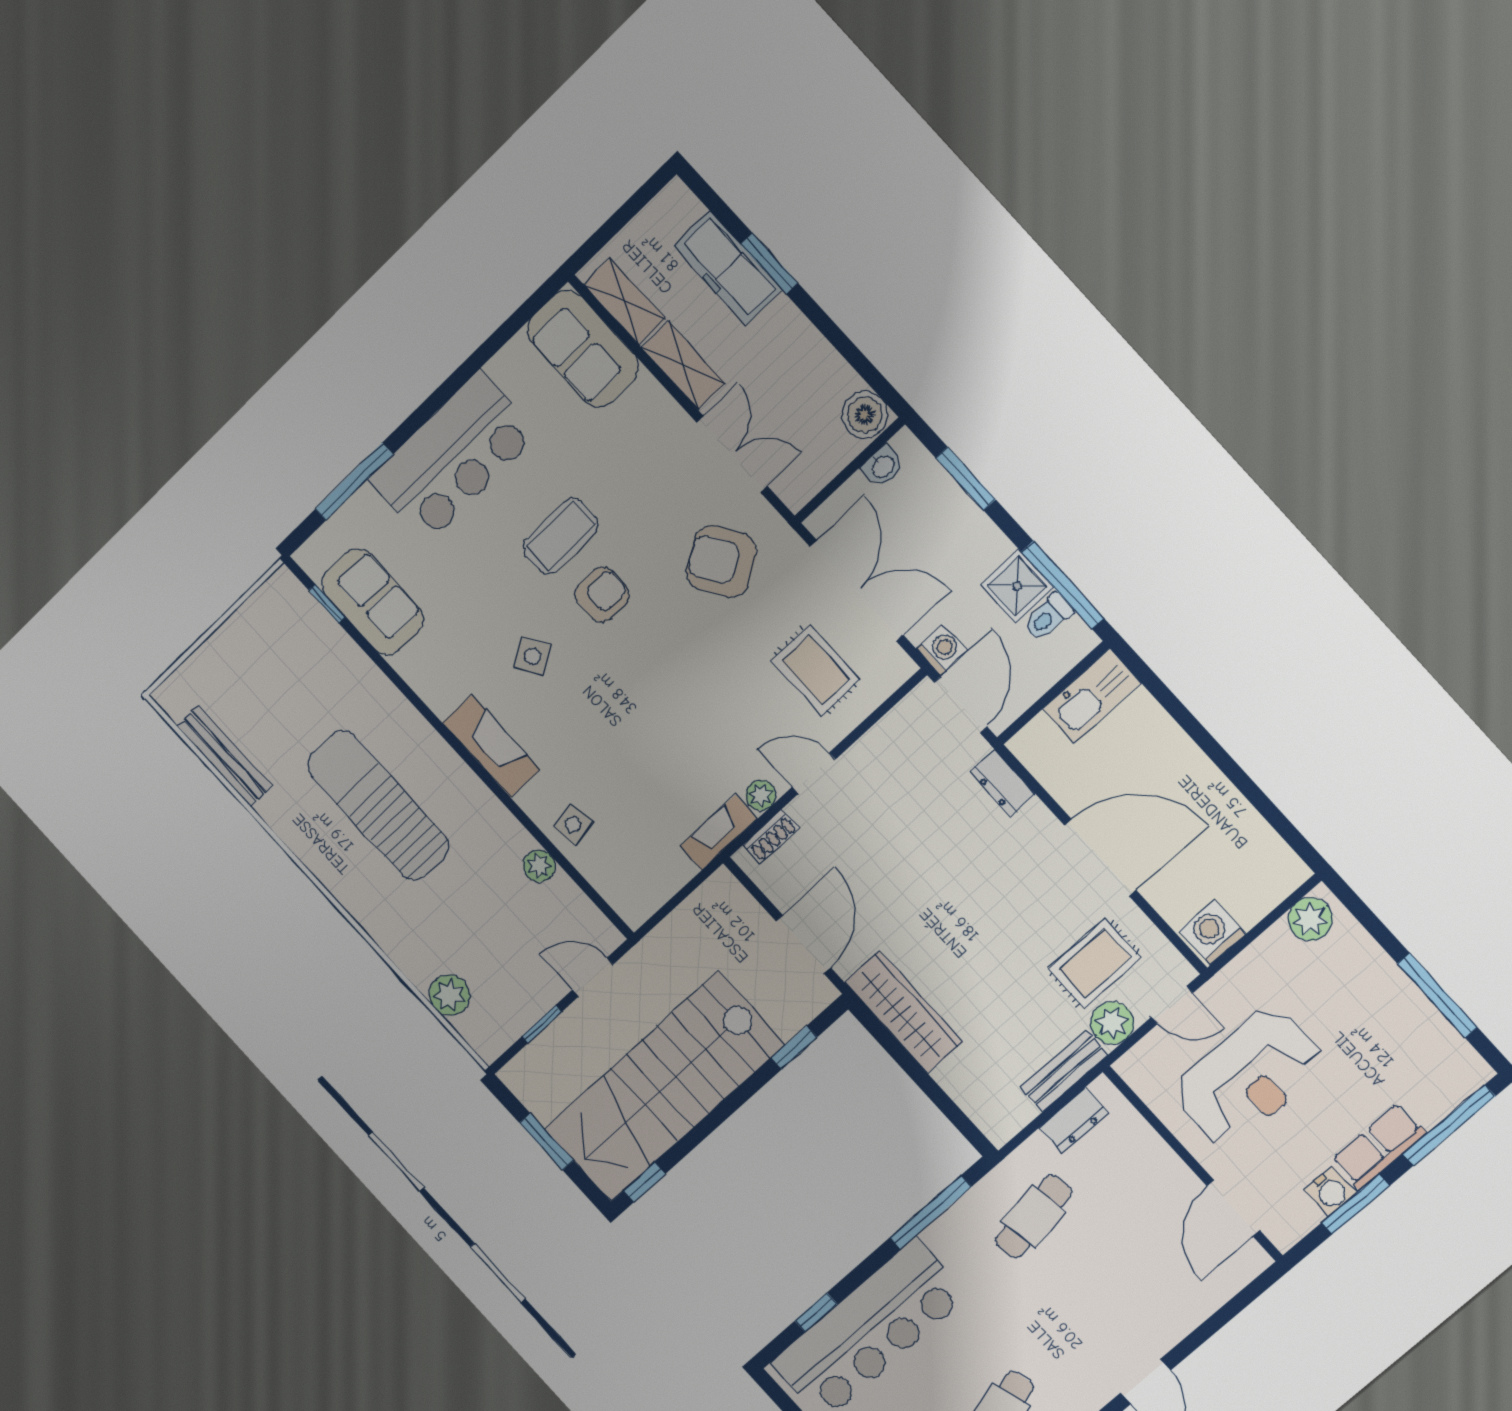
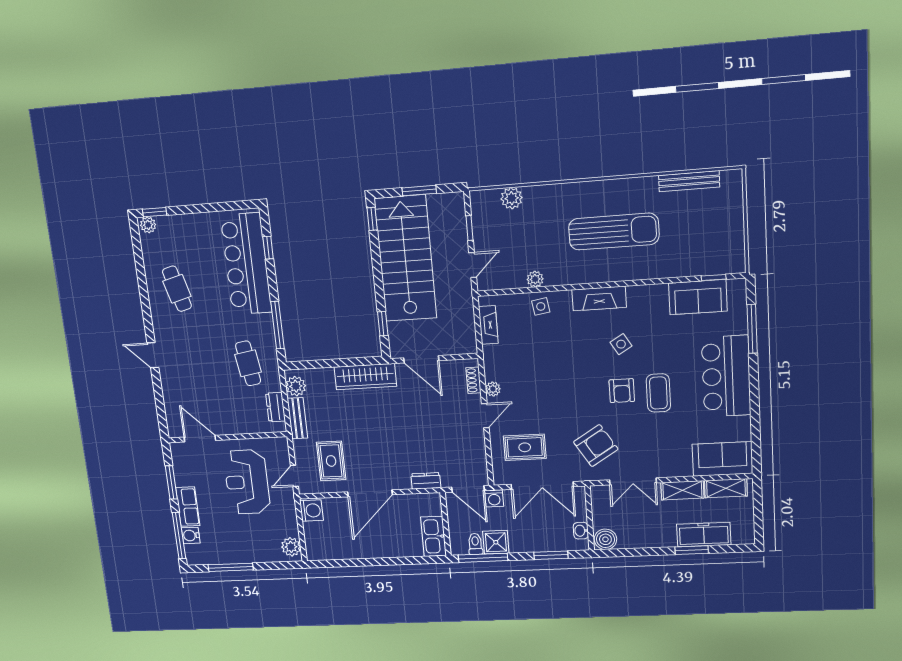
fireplace: (719, 832) -> (488, 325), moved
plant: (1112, 1023) -> (296, 386), moved
water cooler: (1330, 1191) -> (191, 535), moved

